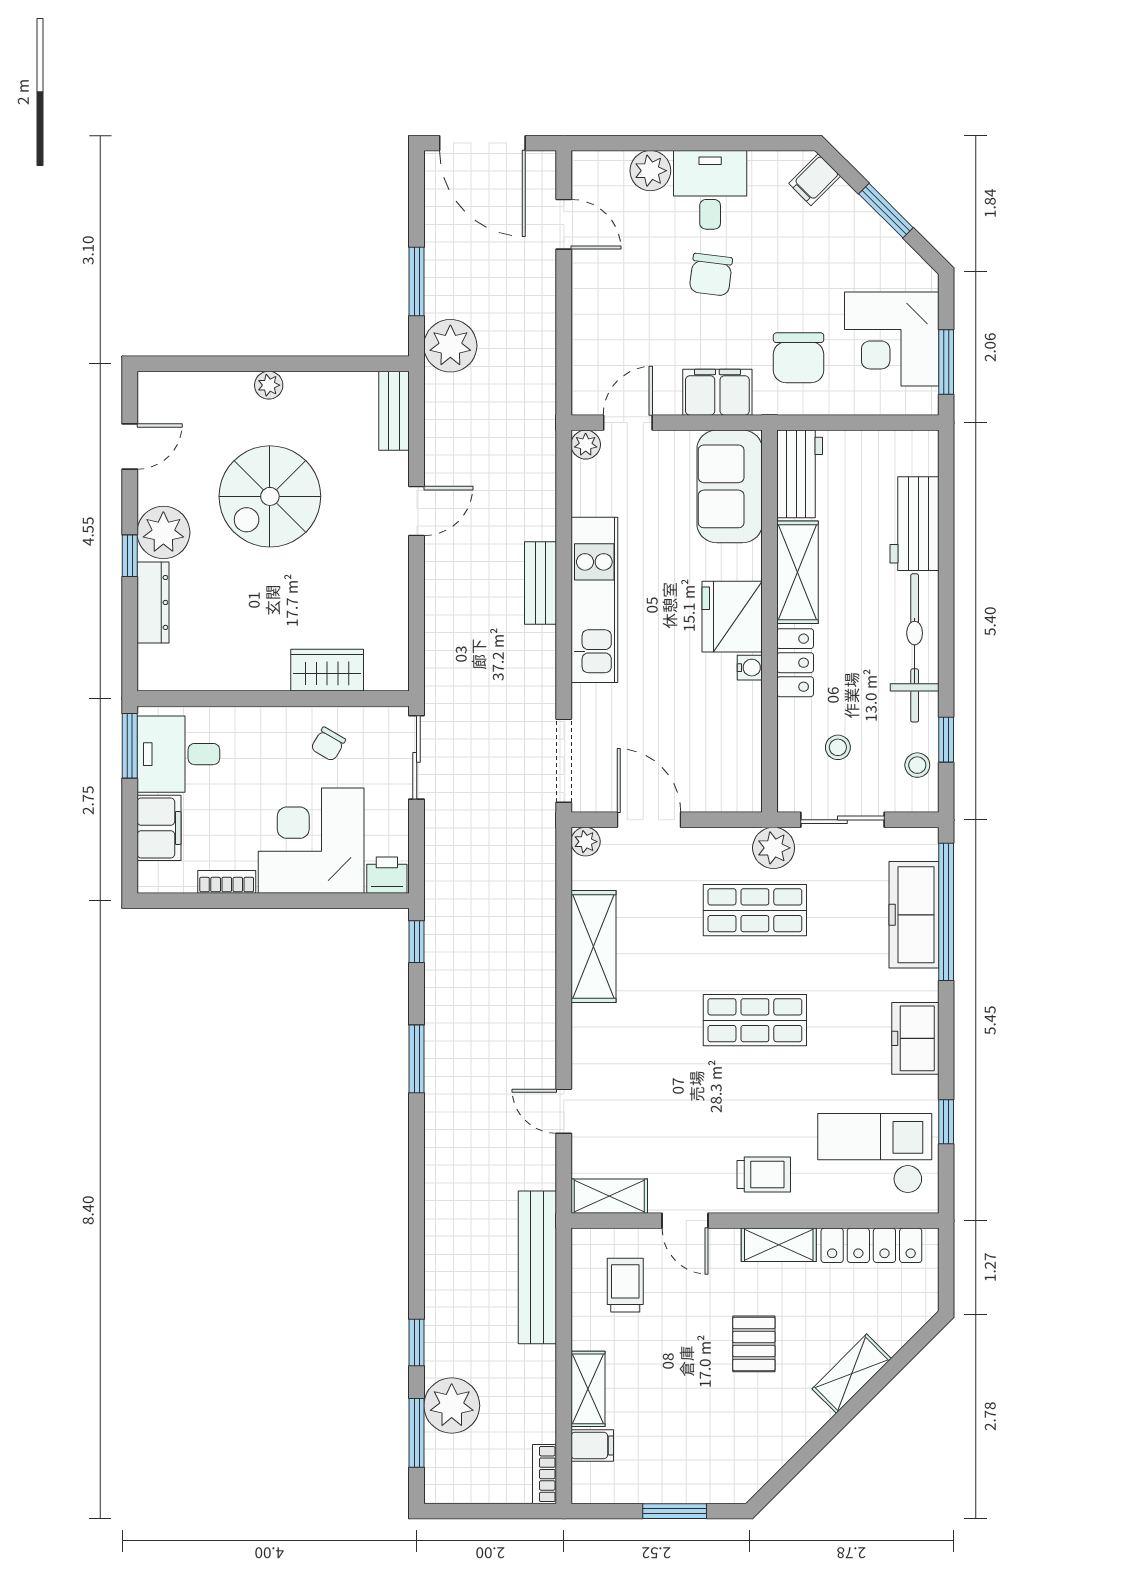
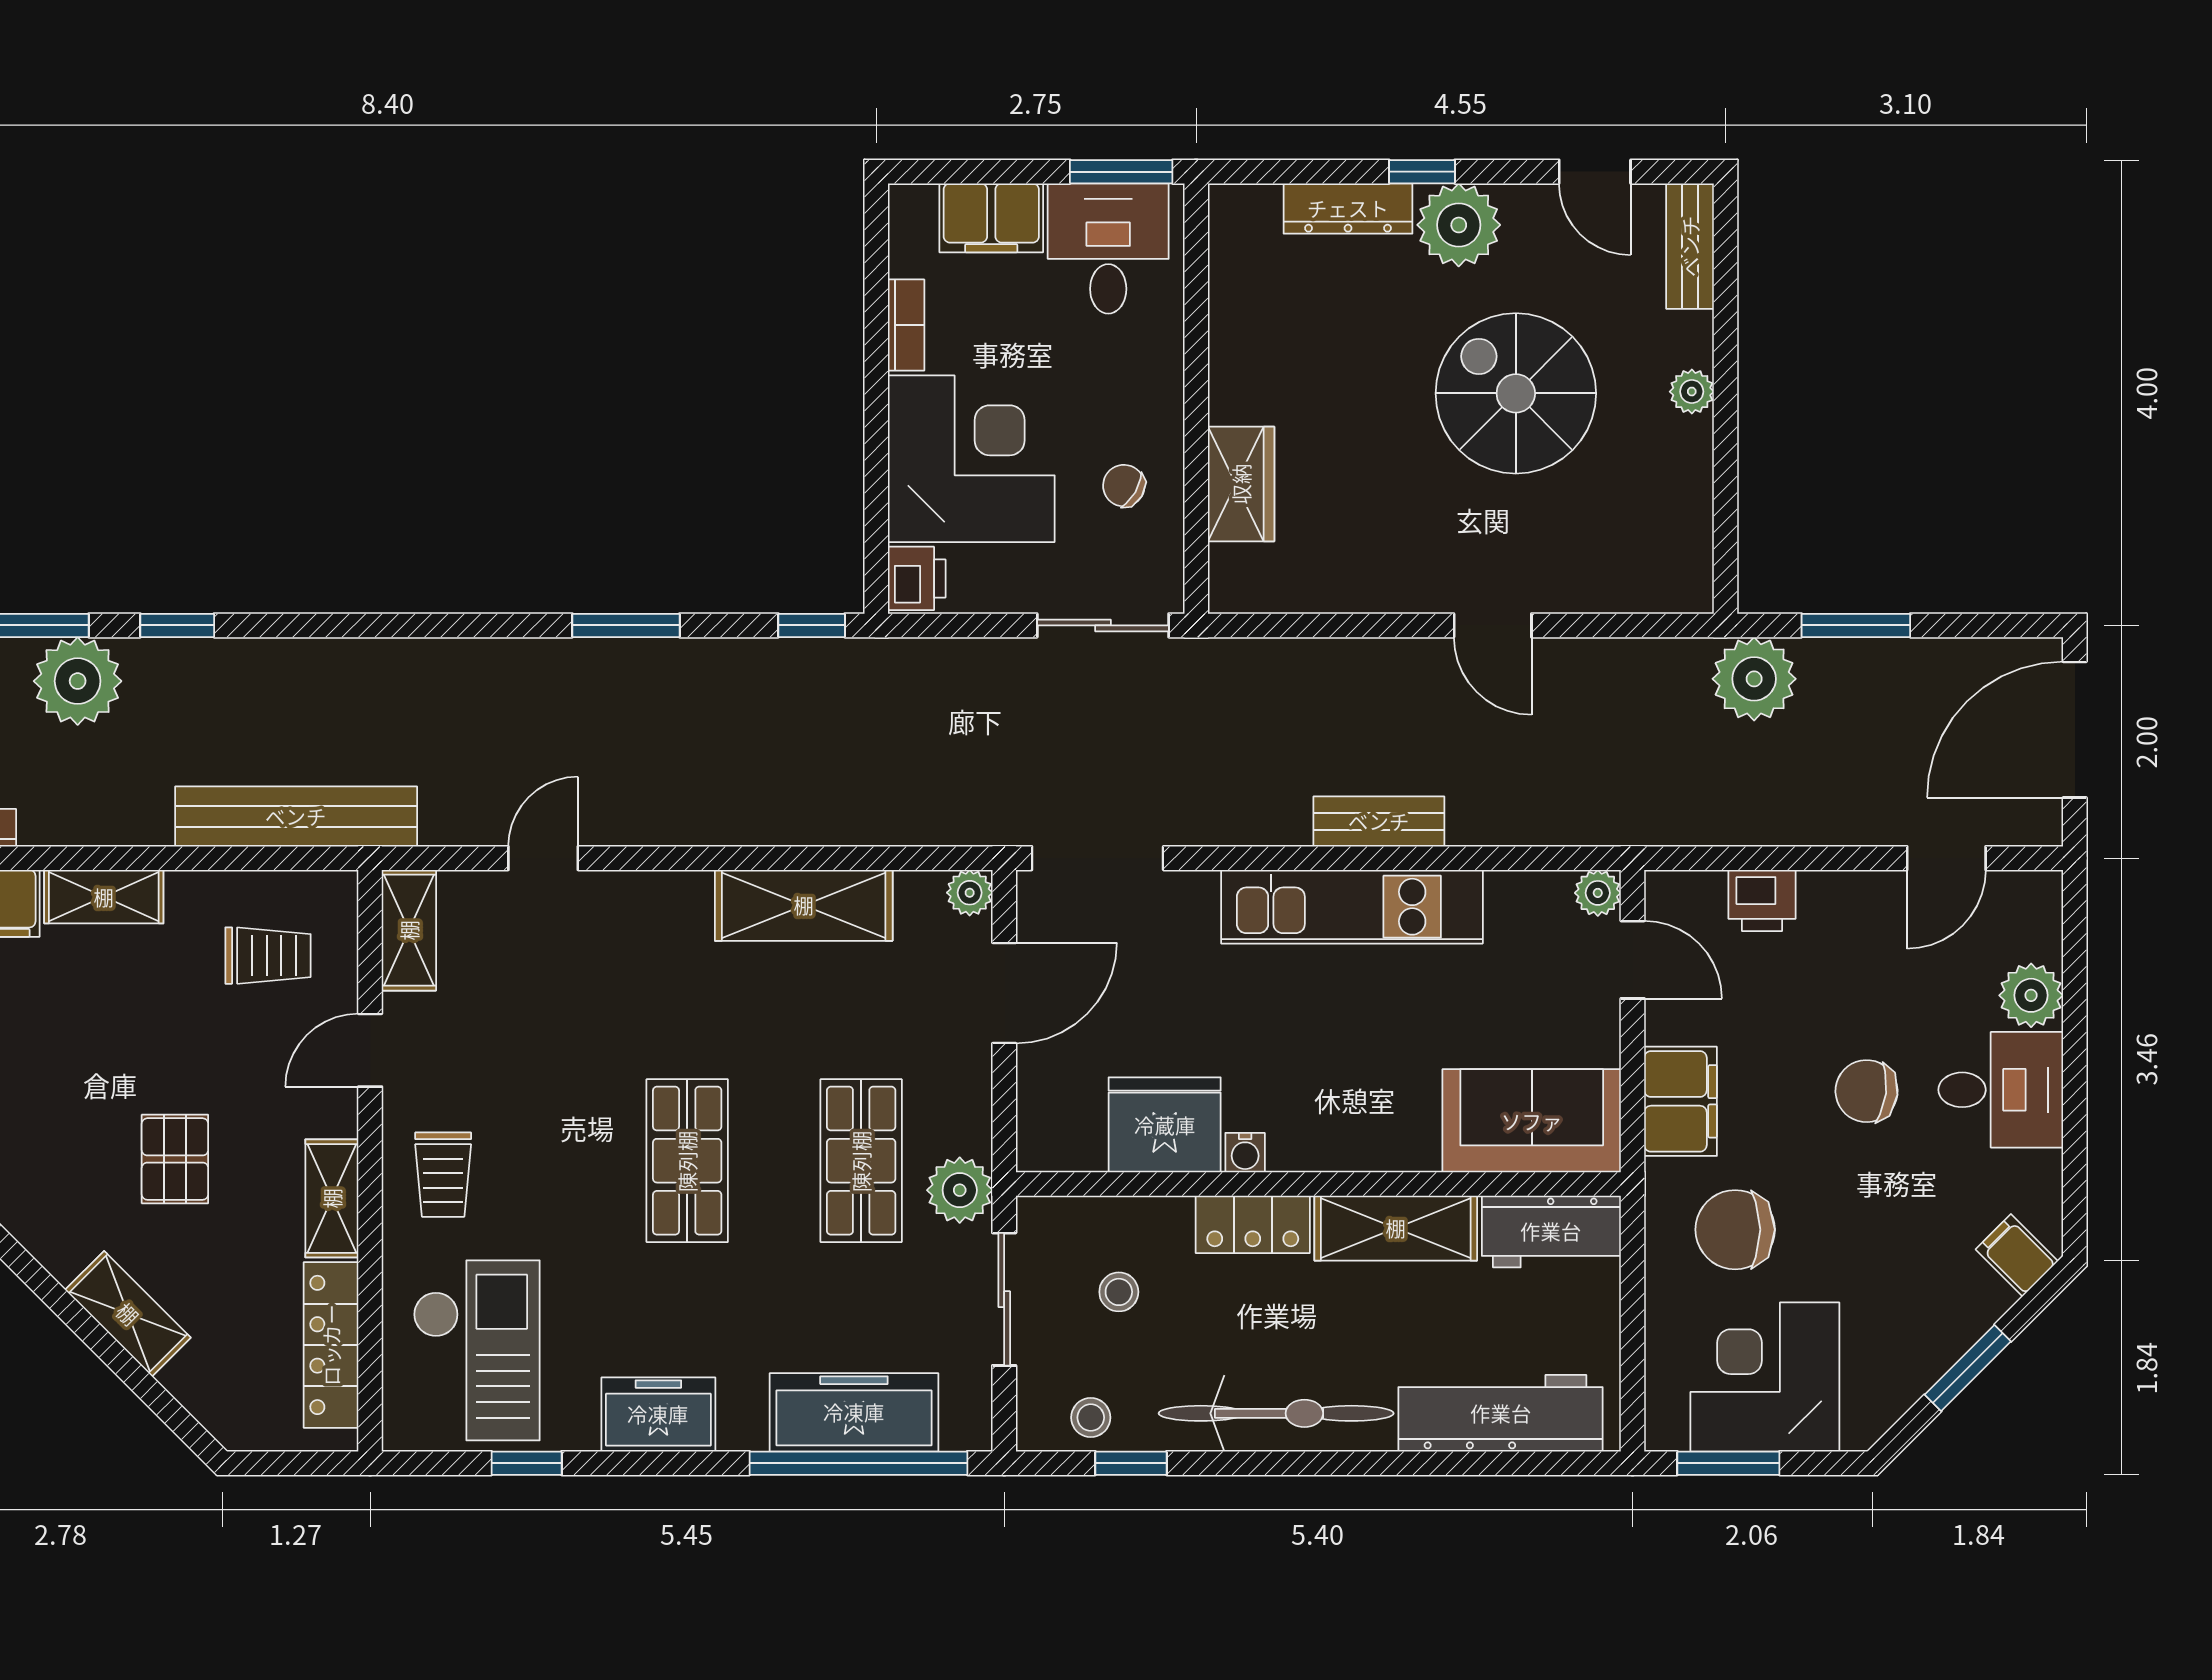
printer: (590, 341) -> (1762, 900), added
bench: (394, 411) -> (1690, 246), moved, turned 90
workbench: (914, 524) -> (1501, 1413), width x1.38
fridge: (732, 617) -> (1165, 1125), moved
pallet: (754, 1344) -> (175, 1159), turned 90

